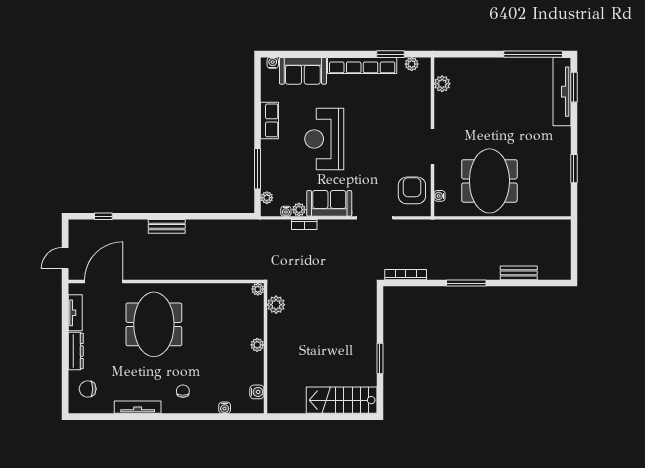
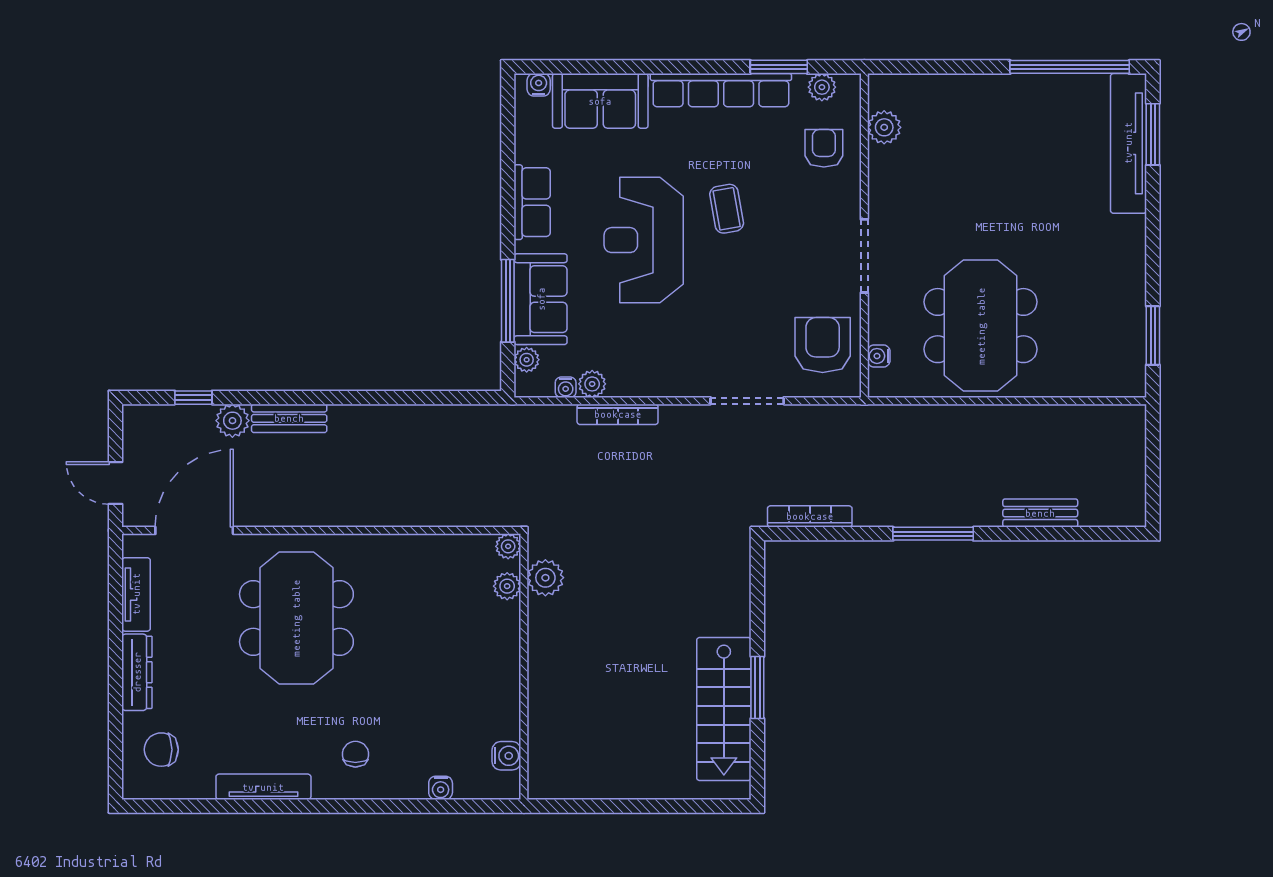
armchair: (413, 94) -> (824, 148), added
coffee table: (365, 124) -> (727, 209), added
window: (574, 169) -> (1153, 336), moved
sofa: (329, 203) -> (541, 299), moved, turned 90
bookcase: (304, 225) -> (618, 414), width x1.56
bench: (167, 226) -> (289, 418), moved
plant: (123, 228) -> (232, 421), added
door: (65, 258) -> (115, 483), hinge flipped
plant: (257, 345) -> (507, 586), moved
stairs: (342, 400) -> (724, 709), moved, turned -90

